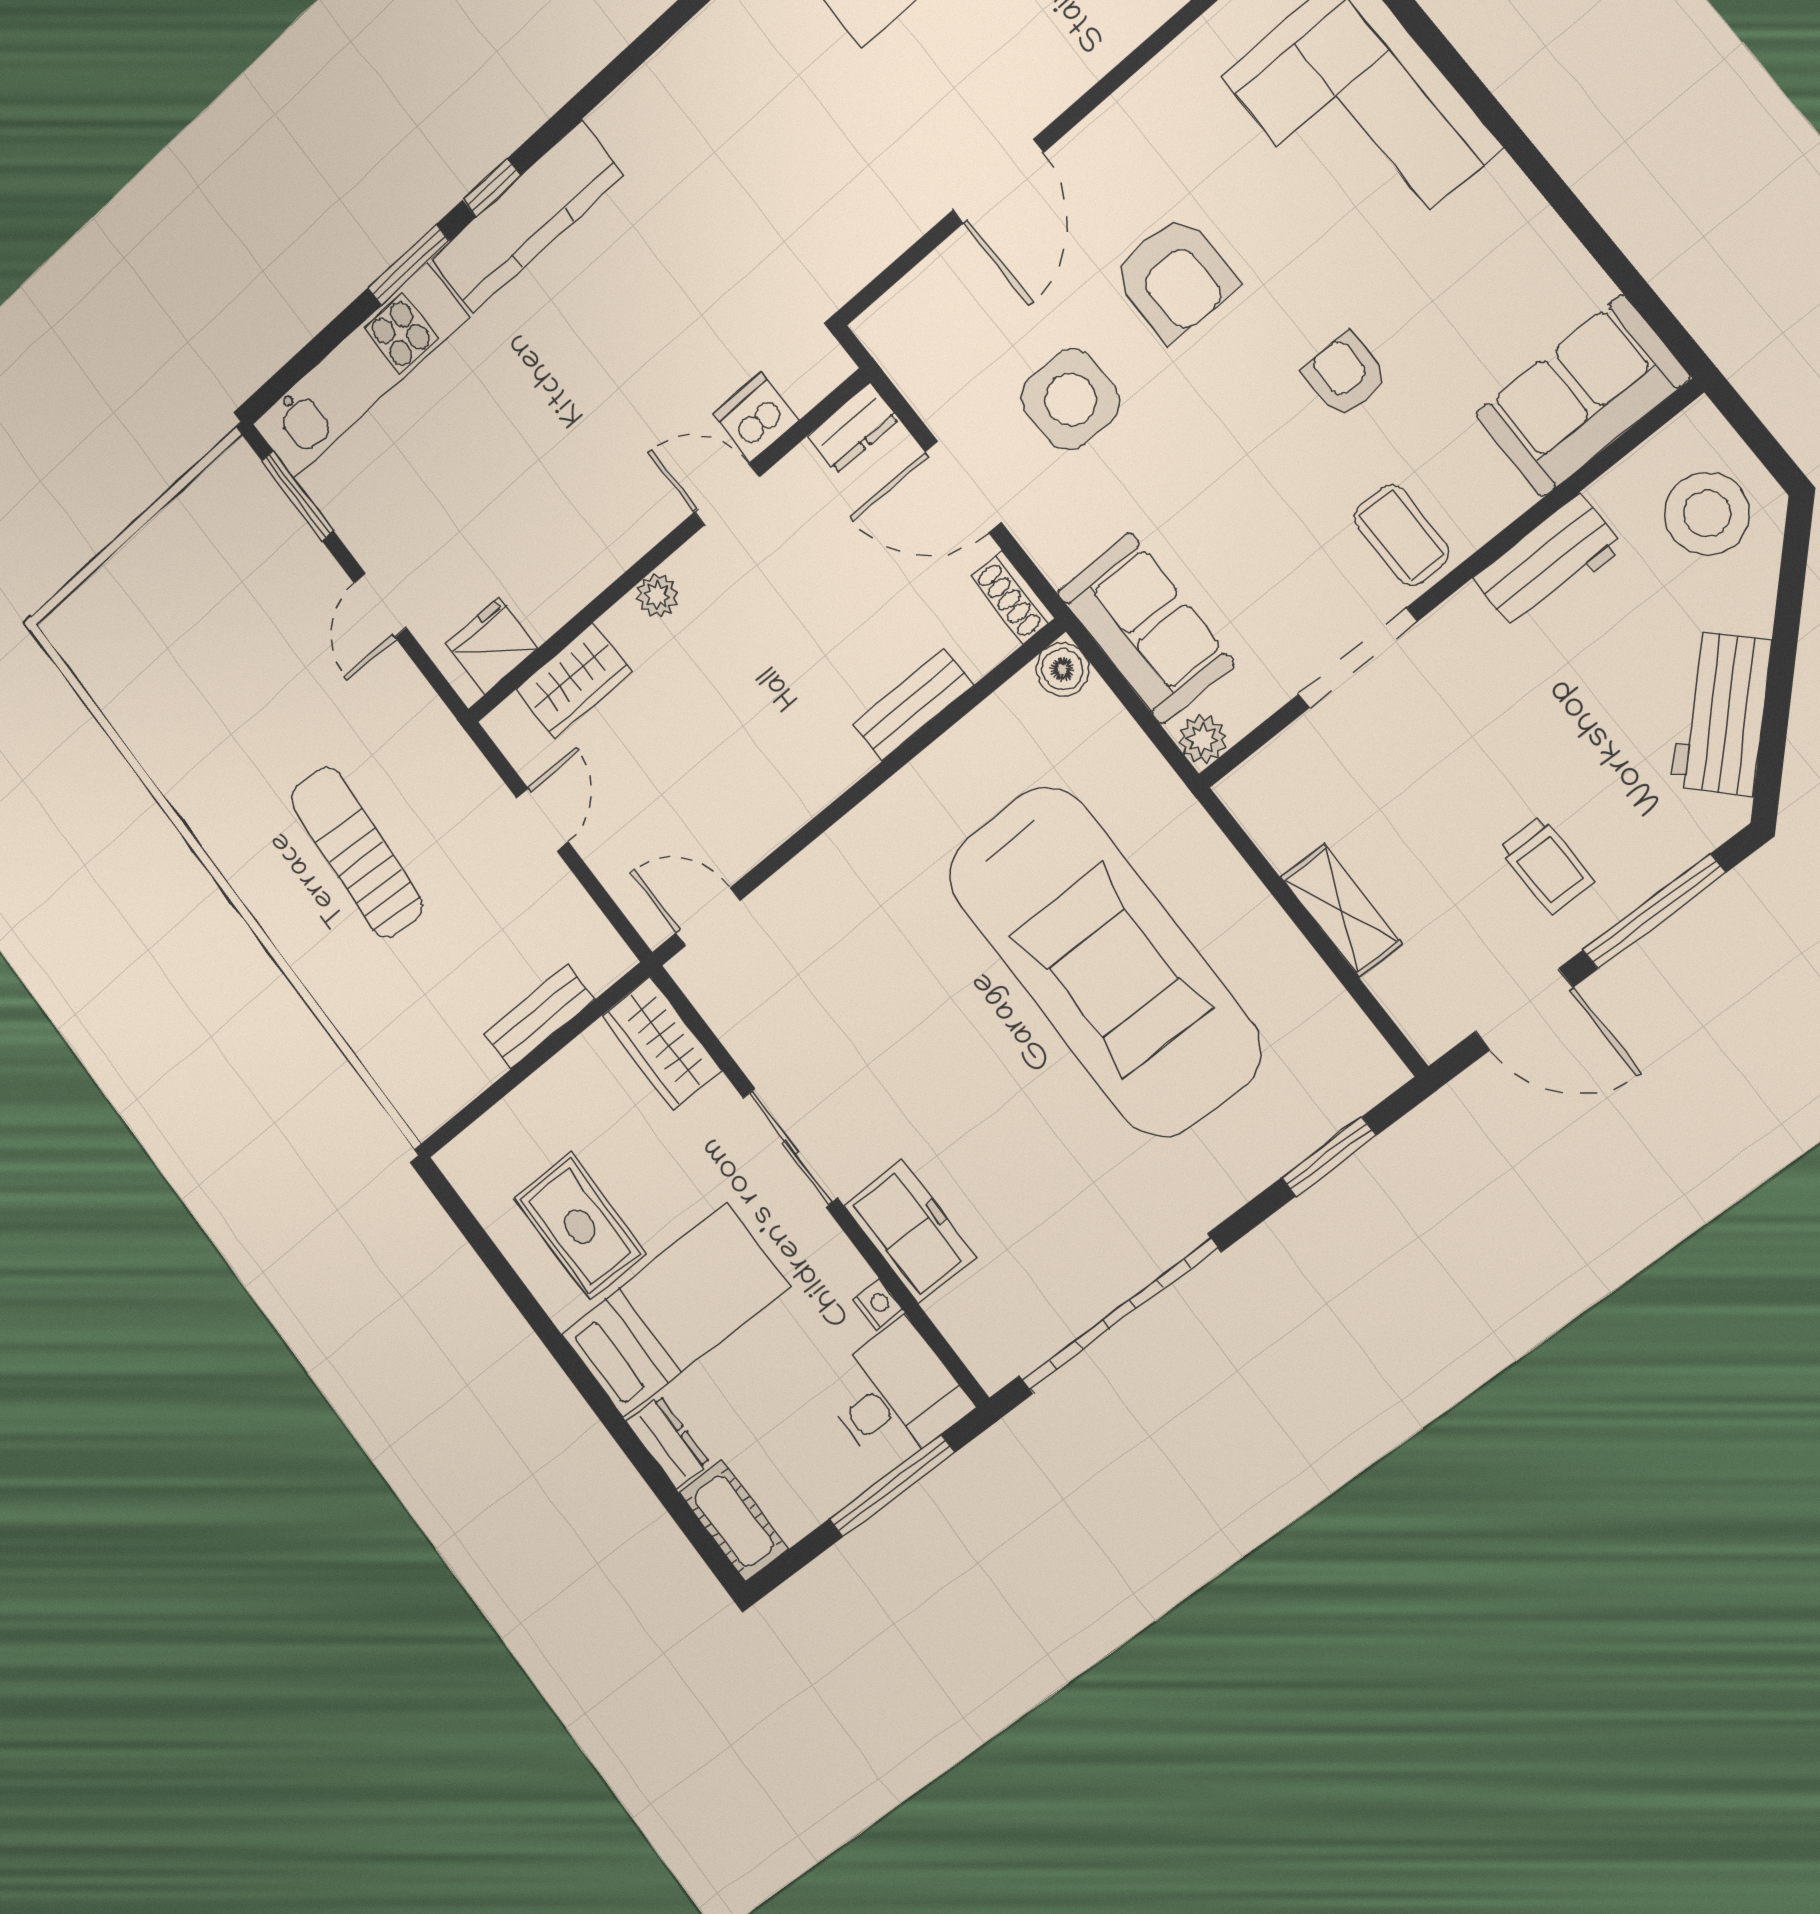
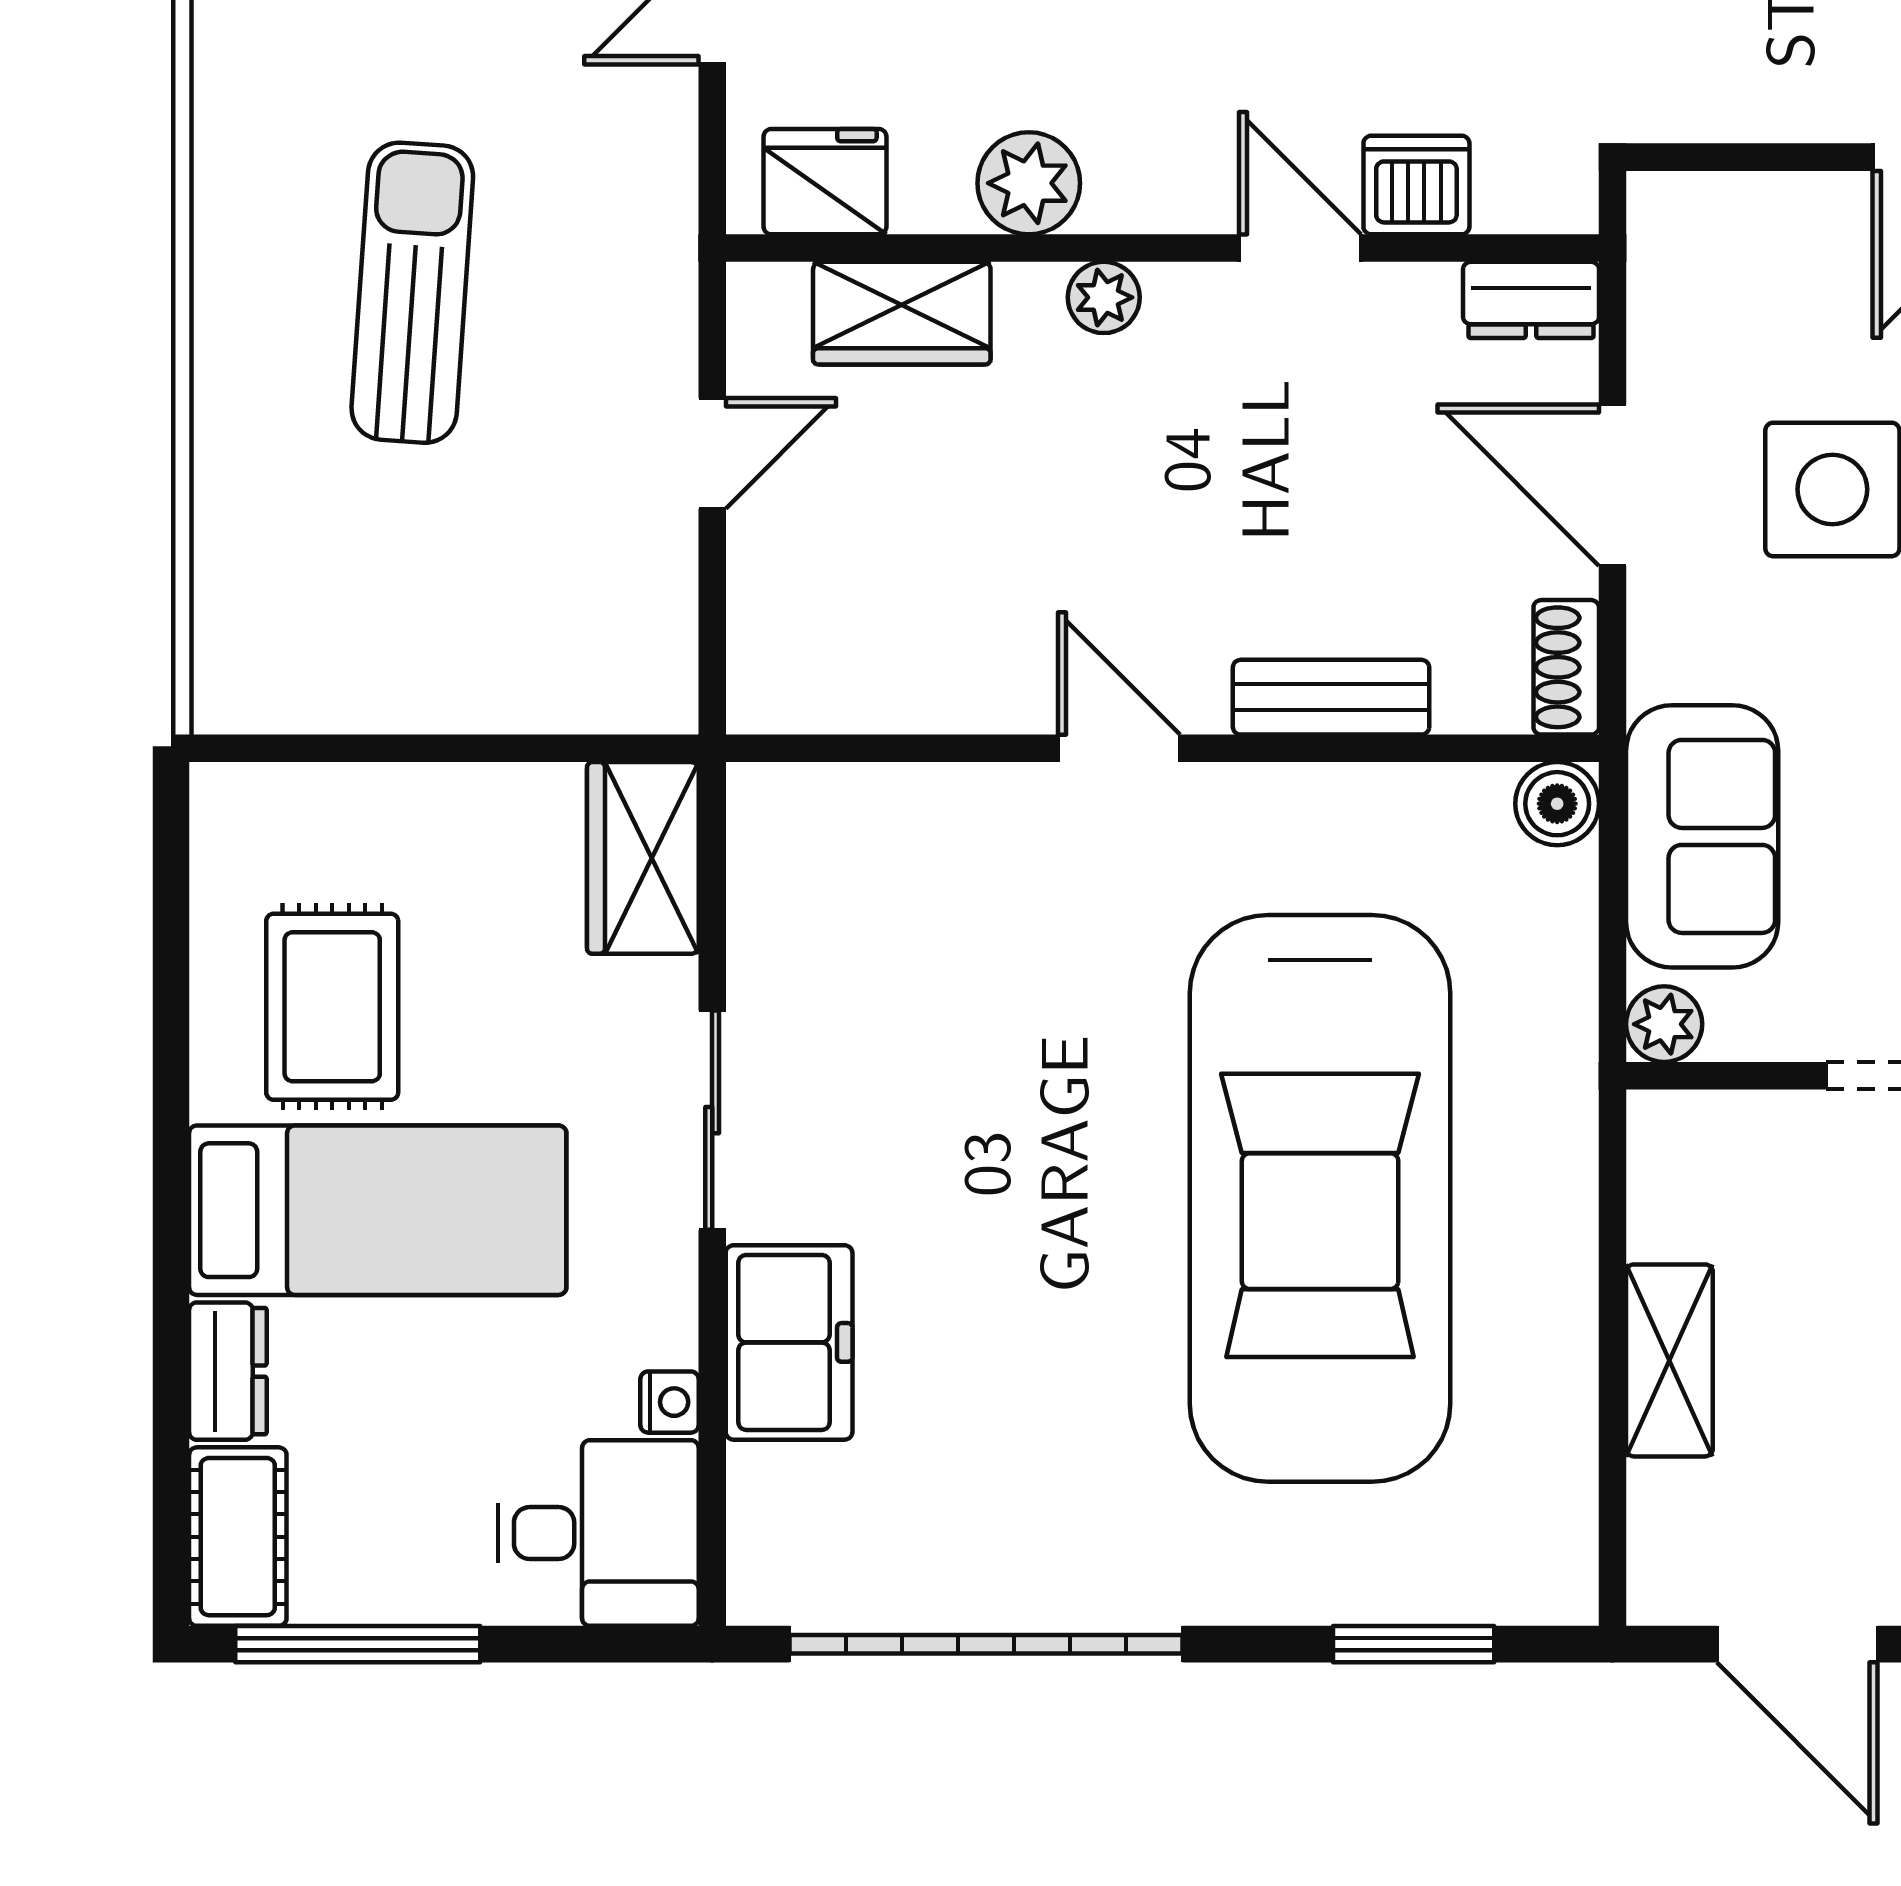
plant: (581, 569) -> (1029, 183), added
door: (708, 917) -> (1119, 748), moved
bench: (539, 1016) -> (499, 698), removed
window: (892, 1486) -> (358, 1644), moved

